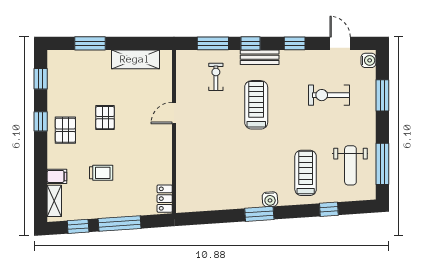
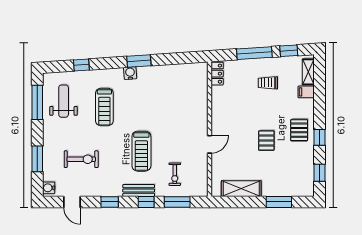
trolley: (101, 173) -> (268, 83), moved
treadmill: (306, 173) -> (104, 107), moved

